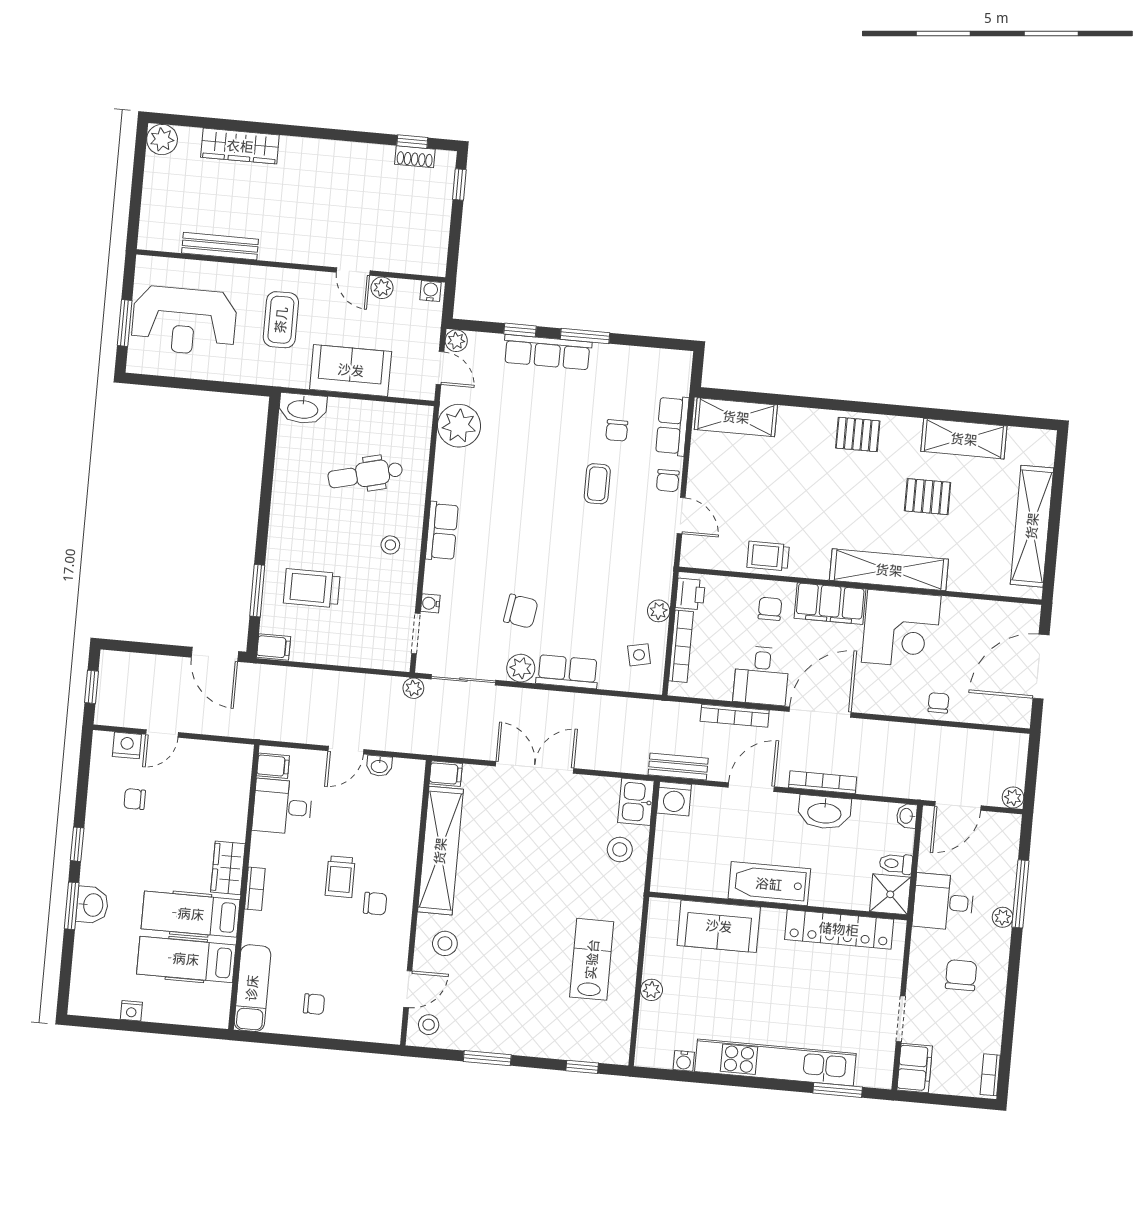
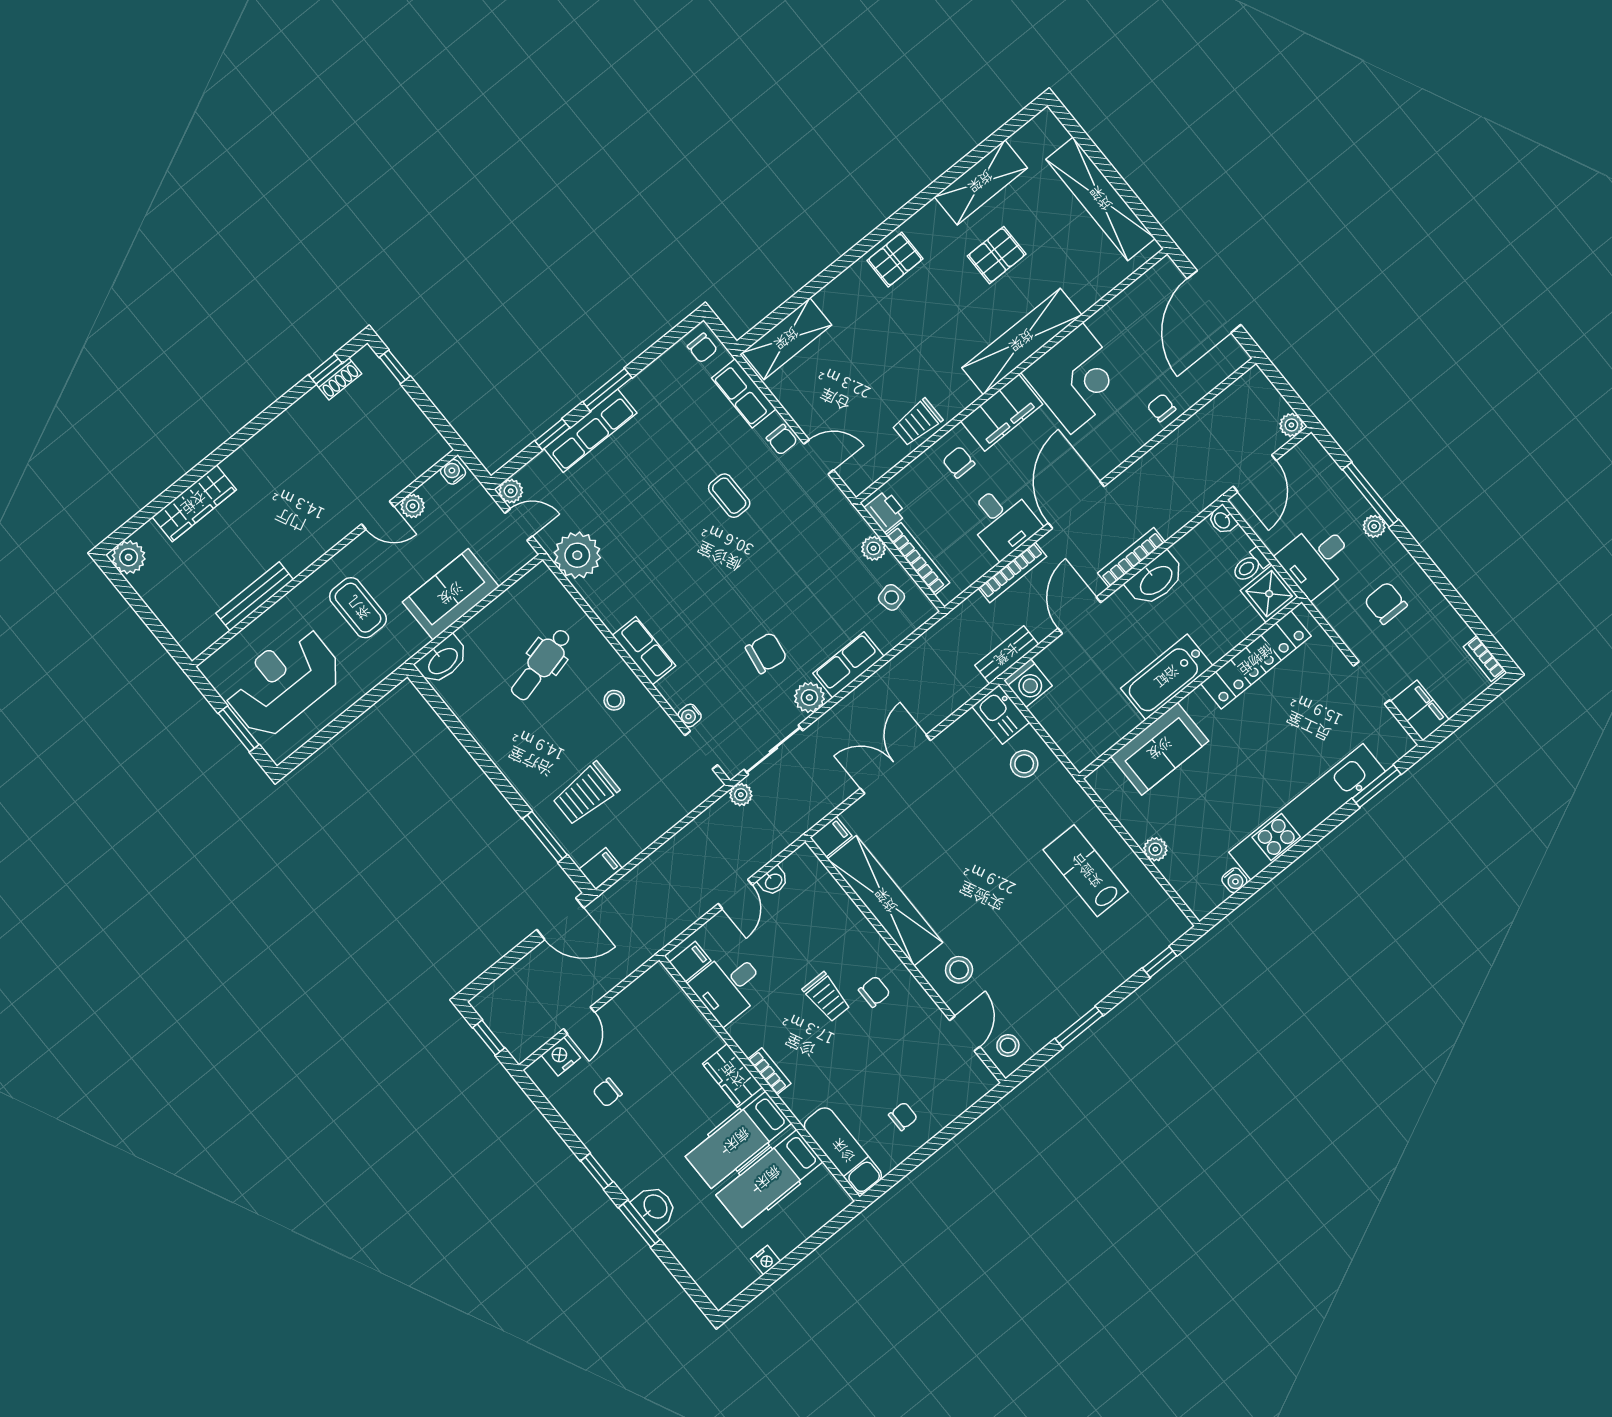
reception desk: (184, 321) -> (283, 682), turned 180
chair: (617, 430) -> (702, 348), moved

